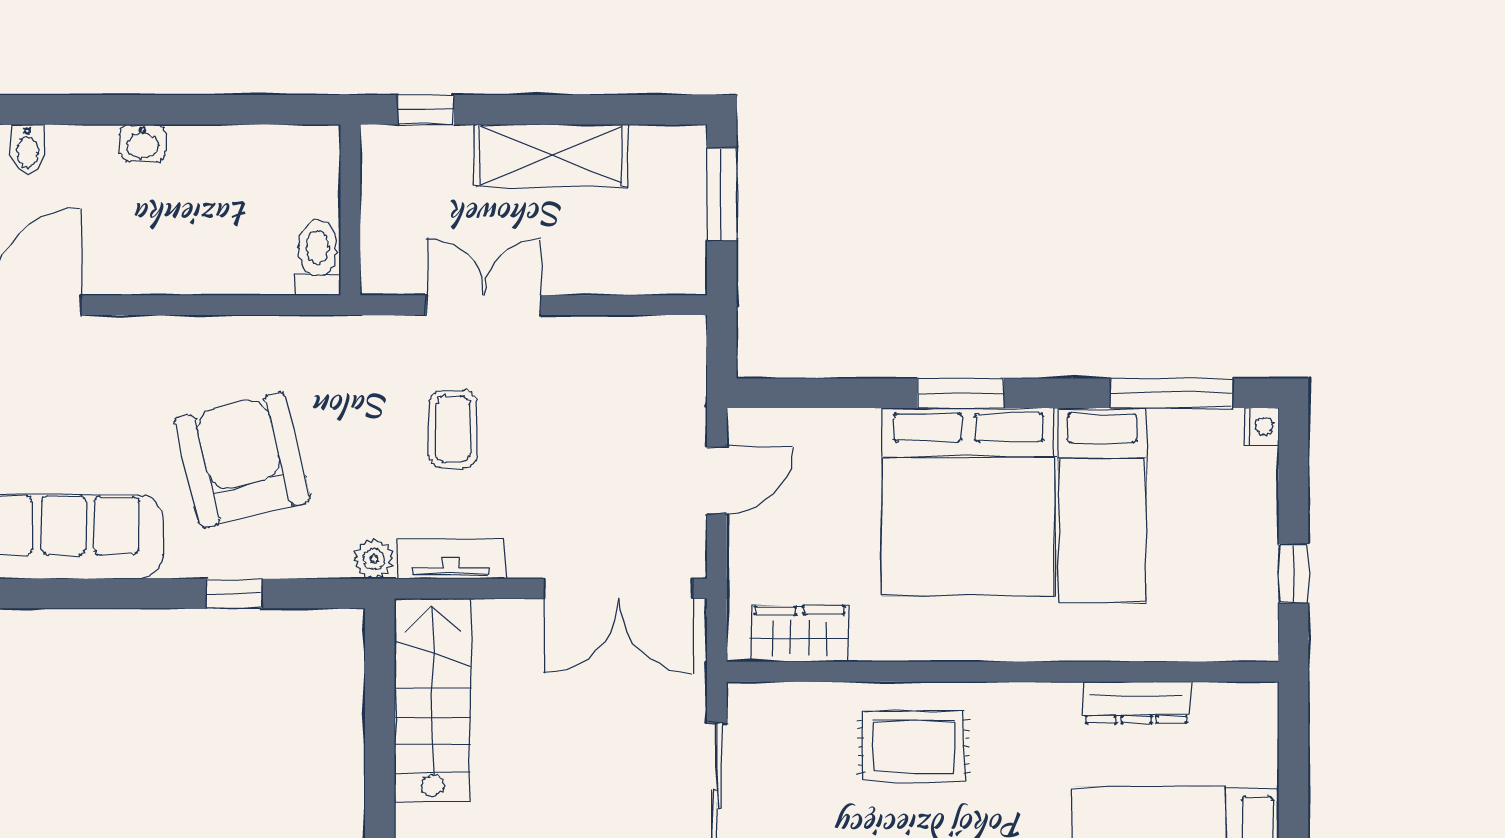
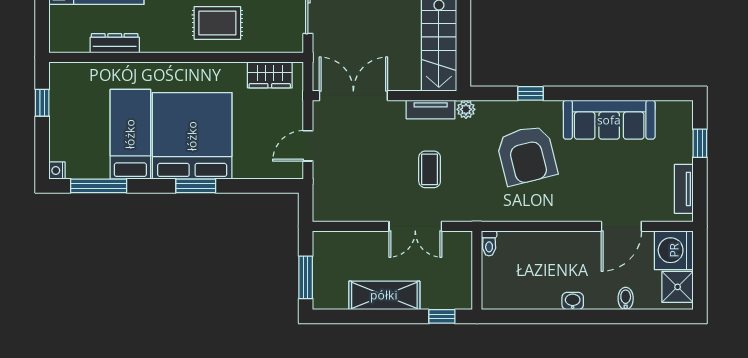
toilet: (318, 258) -> (489, 243), width x0.73, depth x0.72

